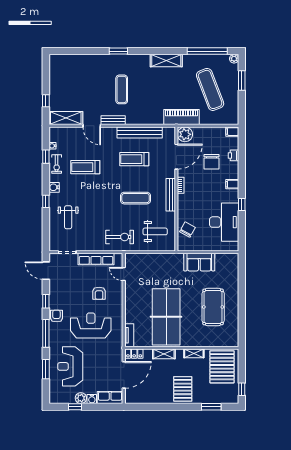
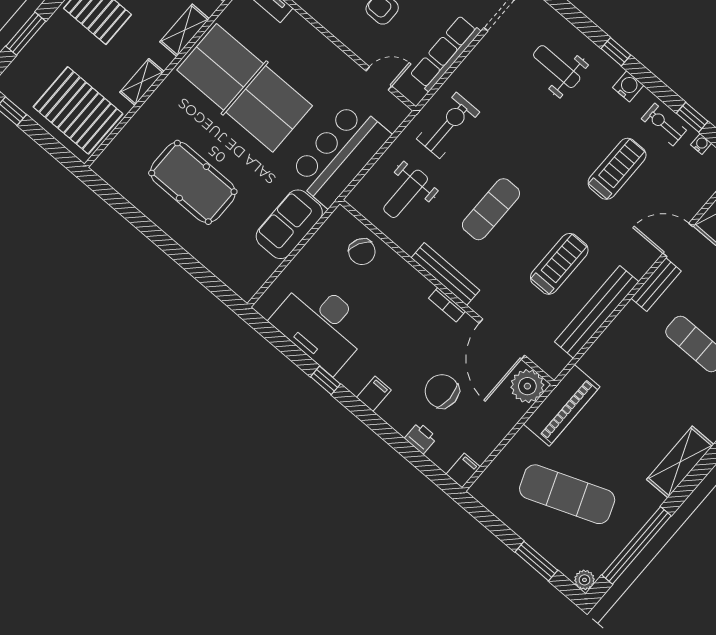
exercise bike: (120, 237) -> (448, 125), turned 180
bar counter: (161, 265) -> (340, 154), added

